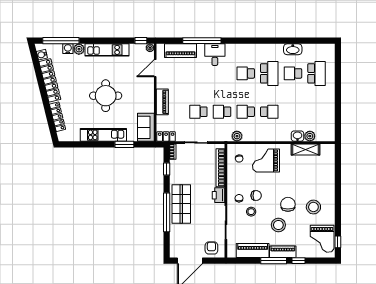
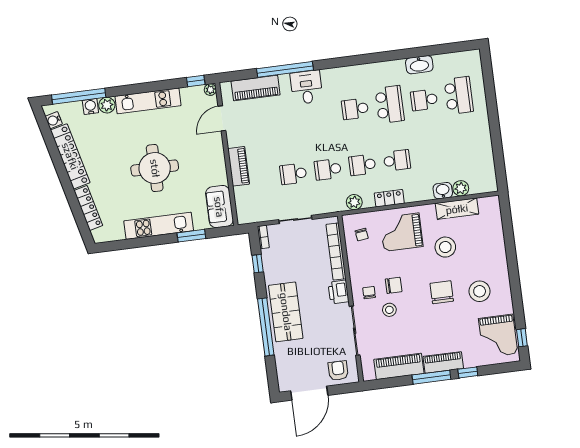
locker: (166, 136) -> (389, 198), moved
stool: (278, 225) -> (445, 247), moved

